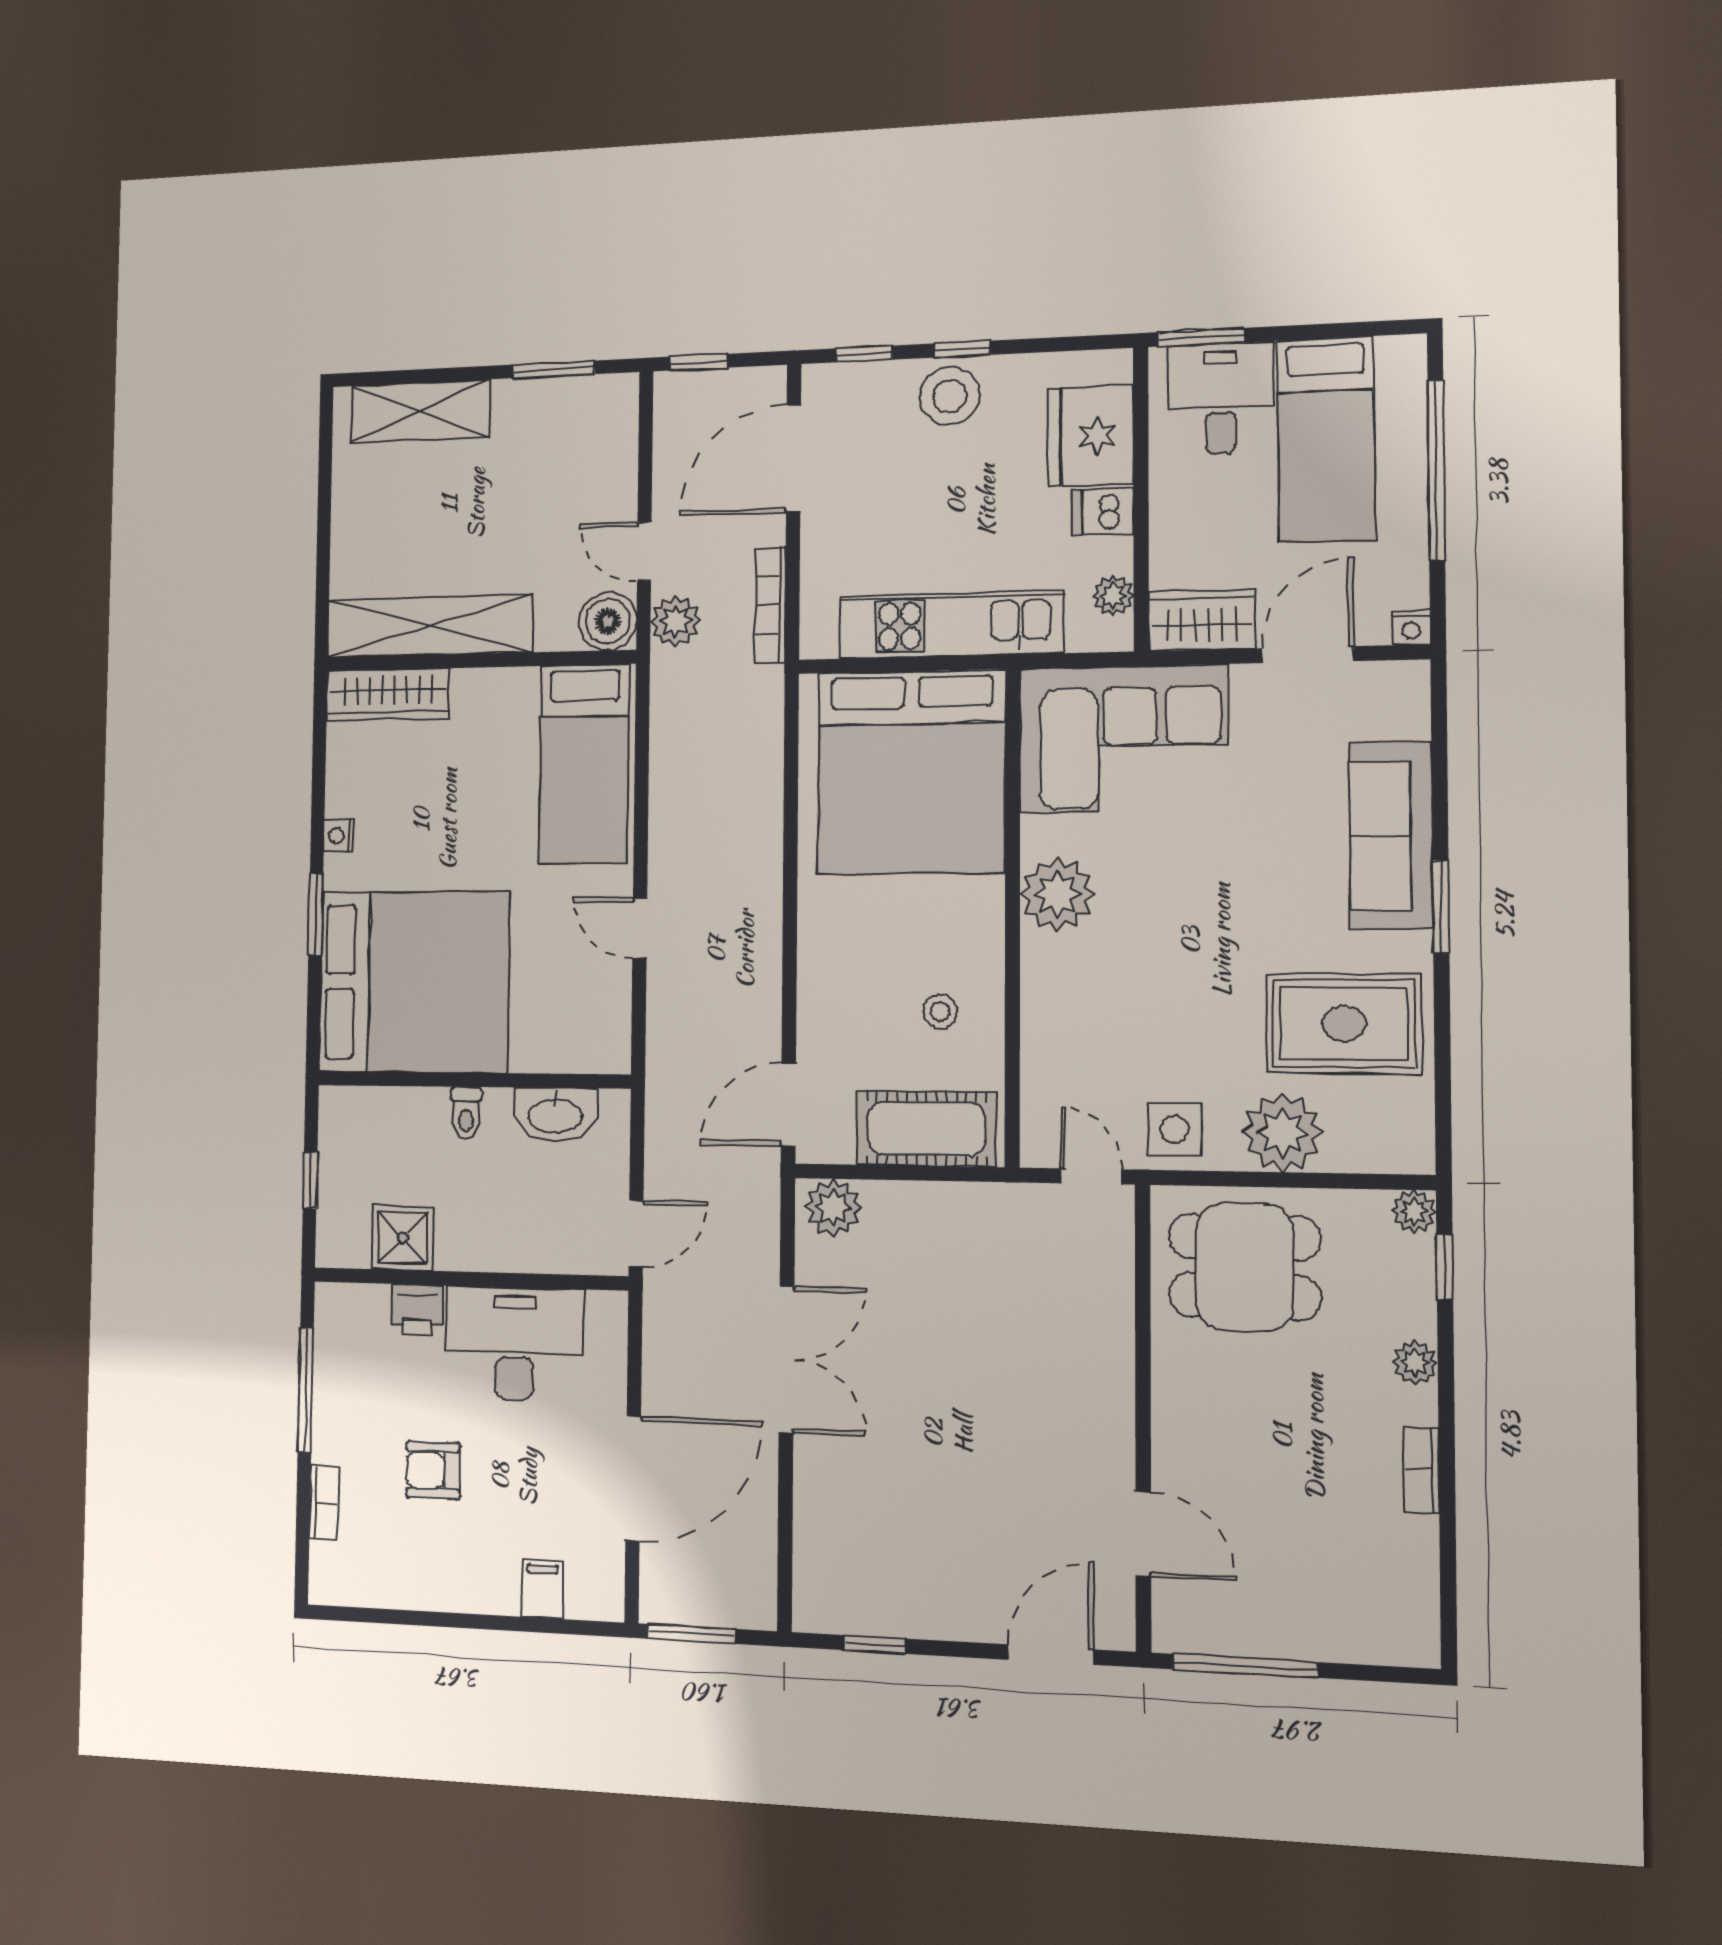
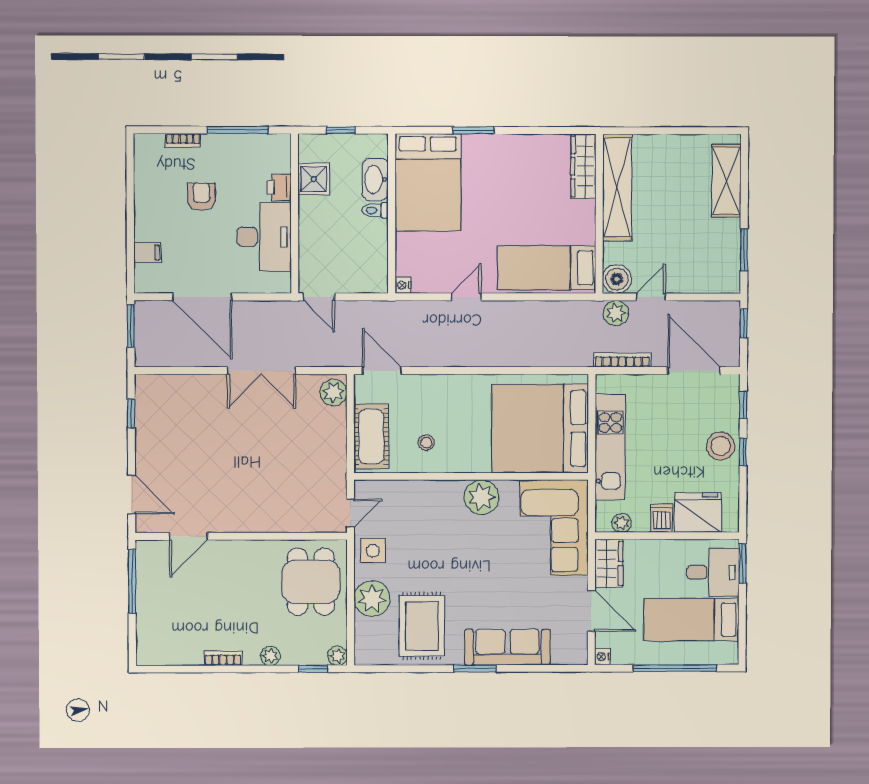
nightstand: (339, 836) -> (403, 285), moved, turned -90
bed: (414, 982) -> (428, 182), width x0.73
washbasin: (555, 1114) -> (375, 179), moved

